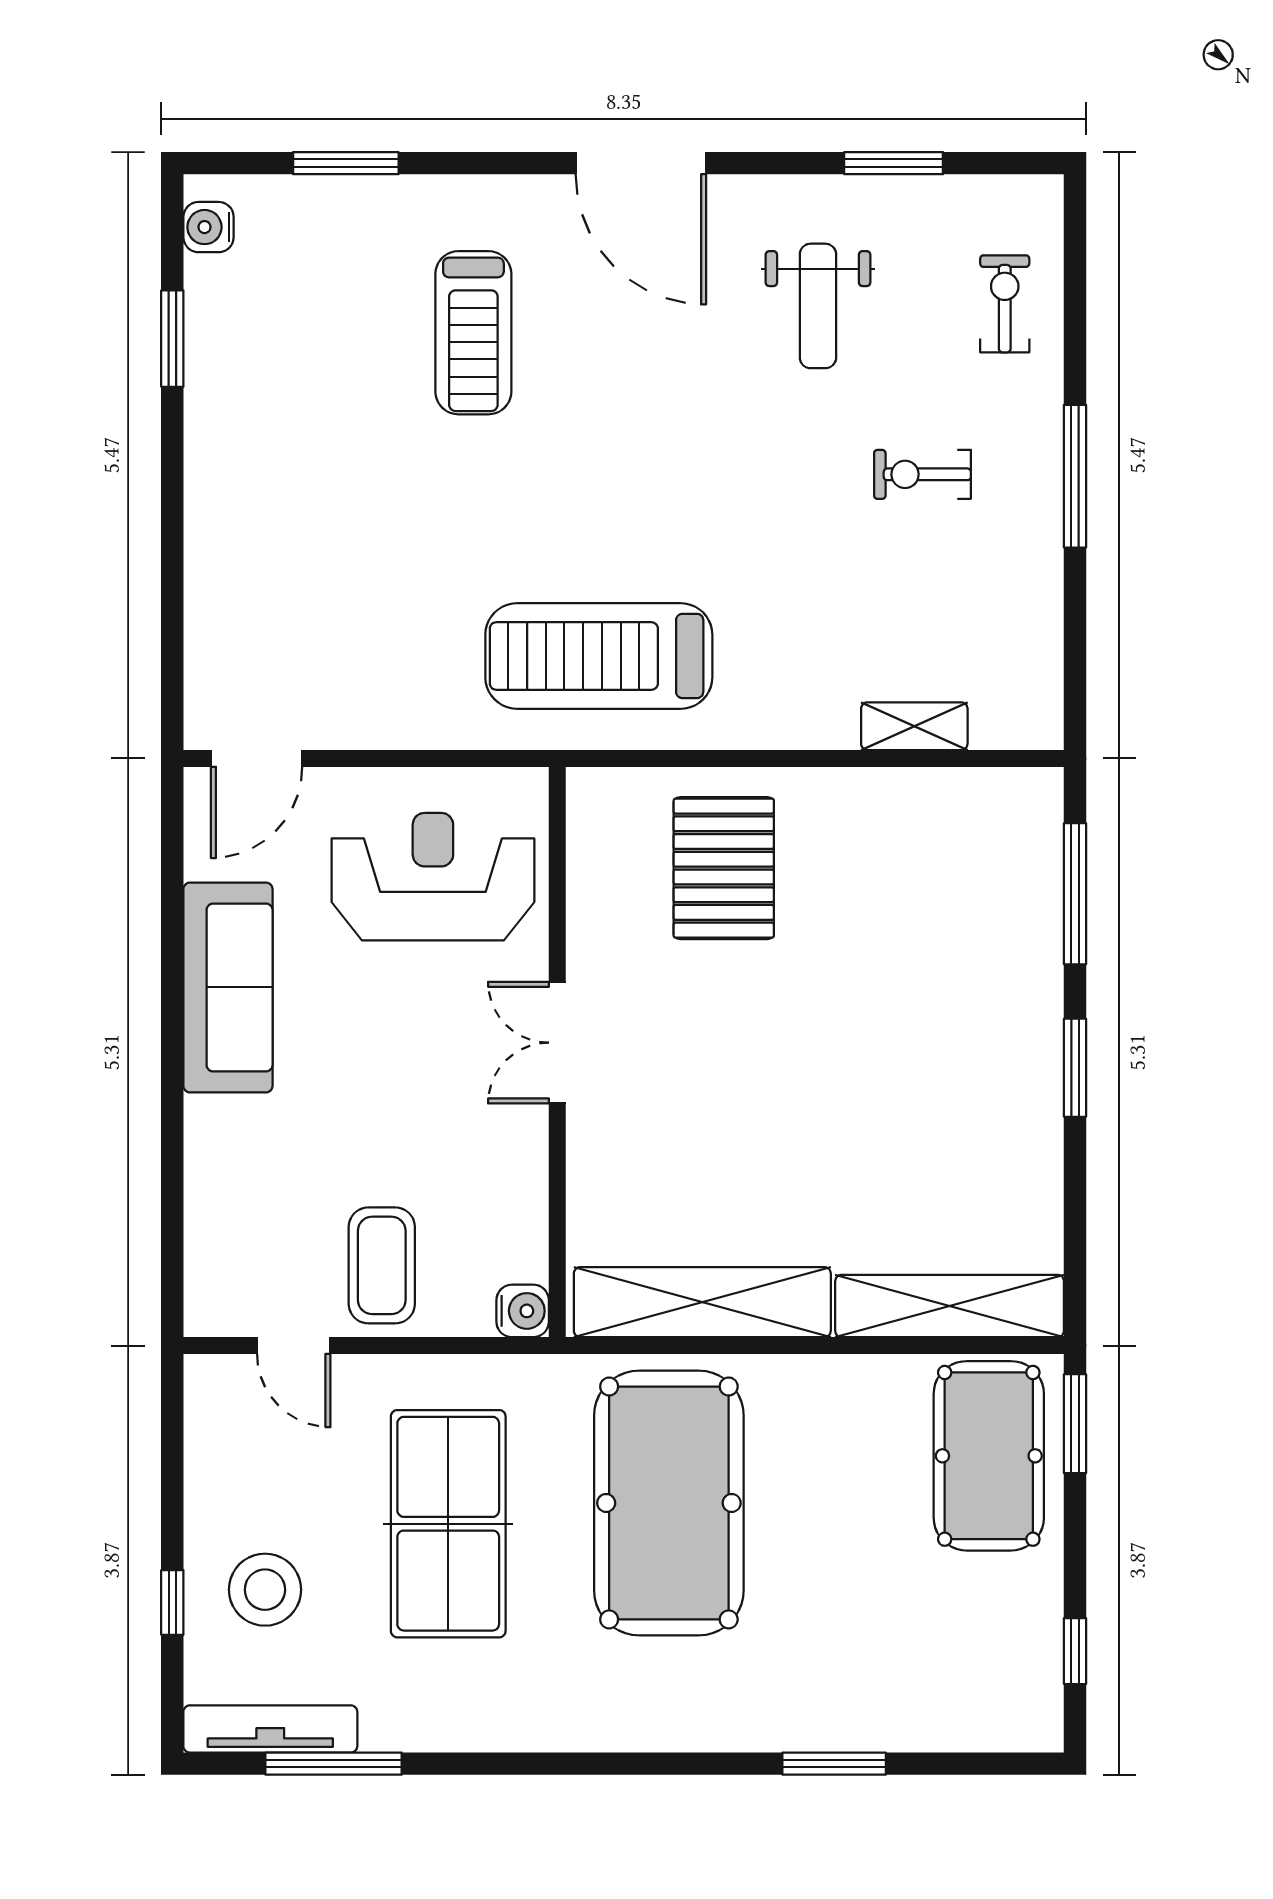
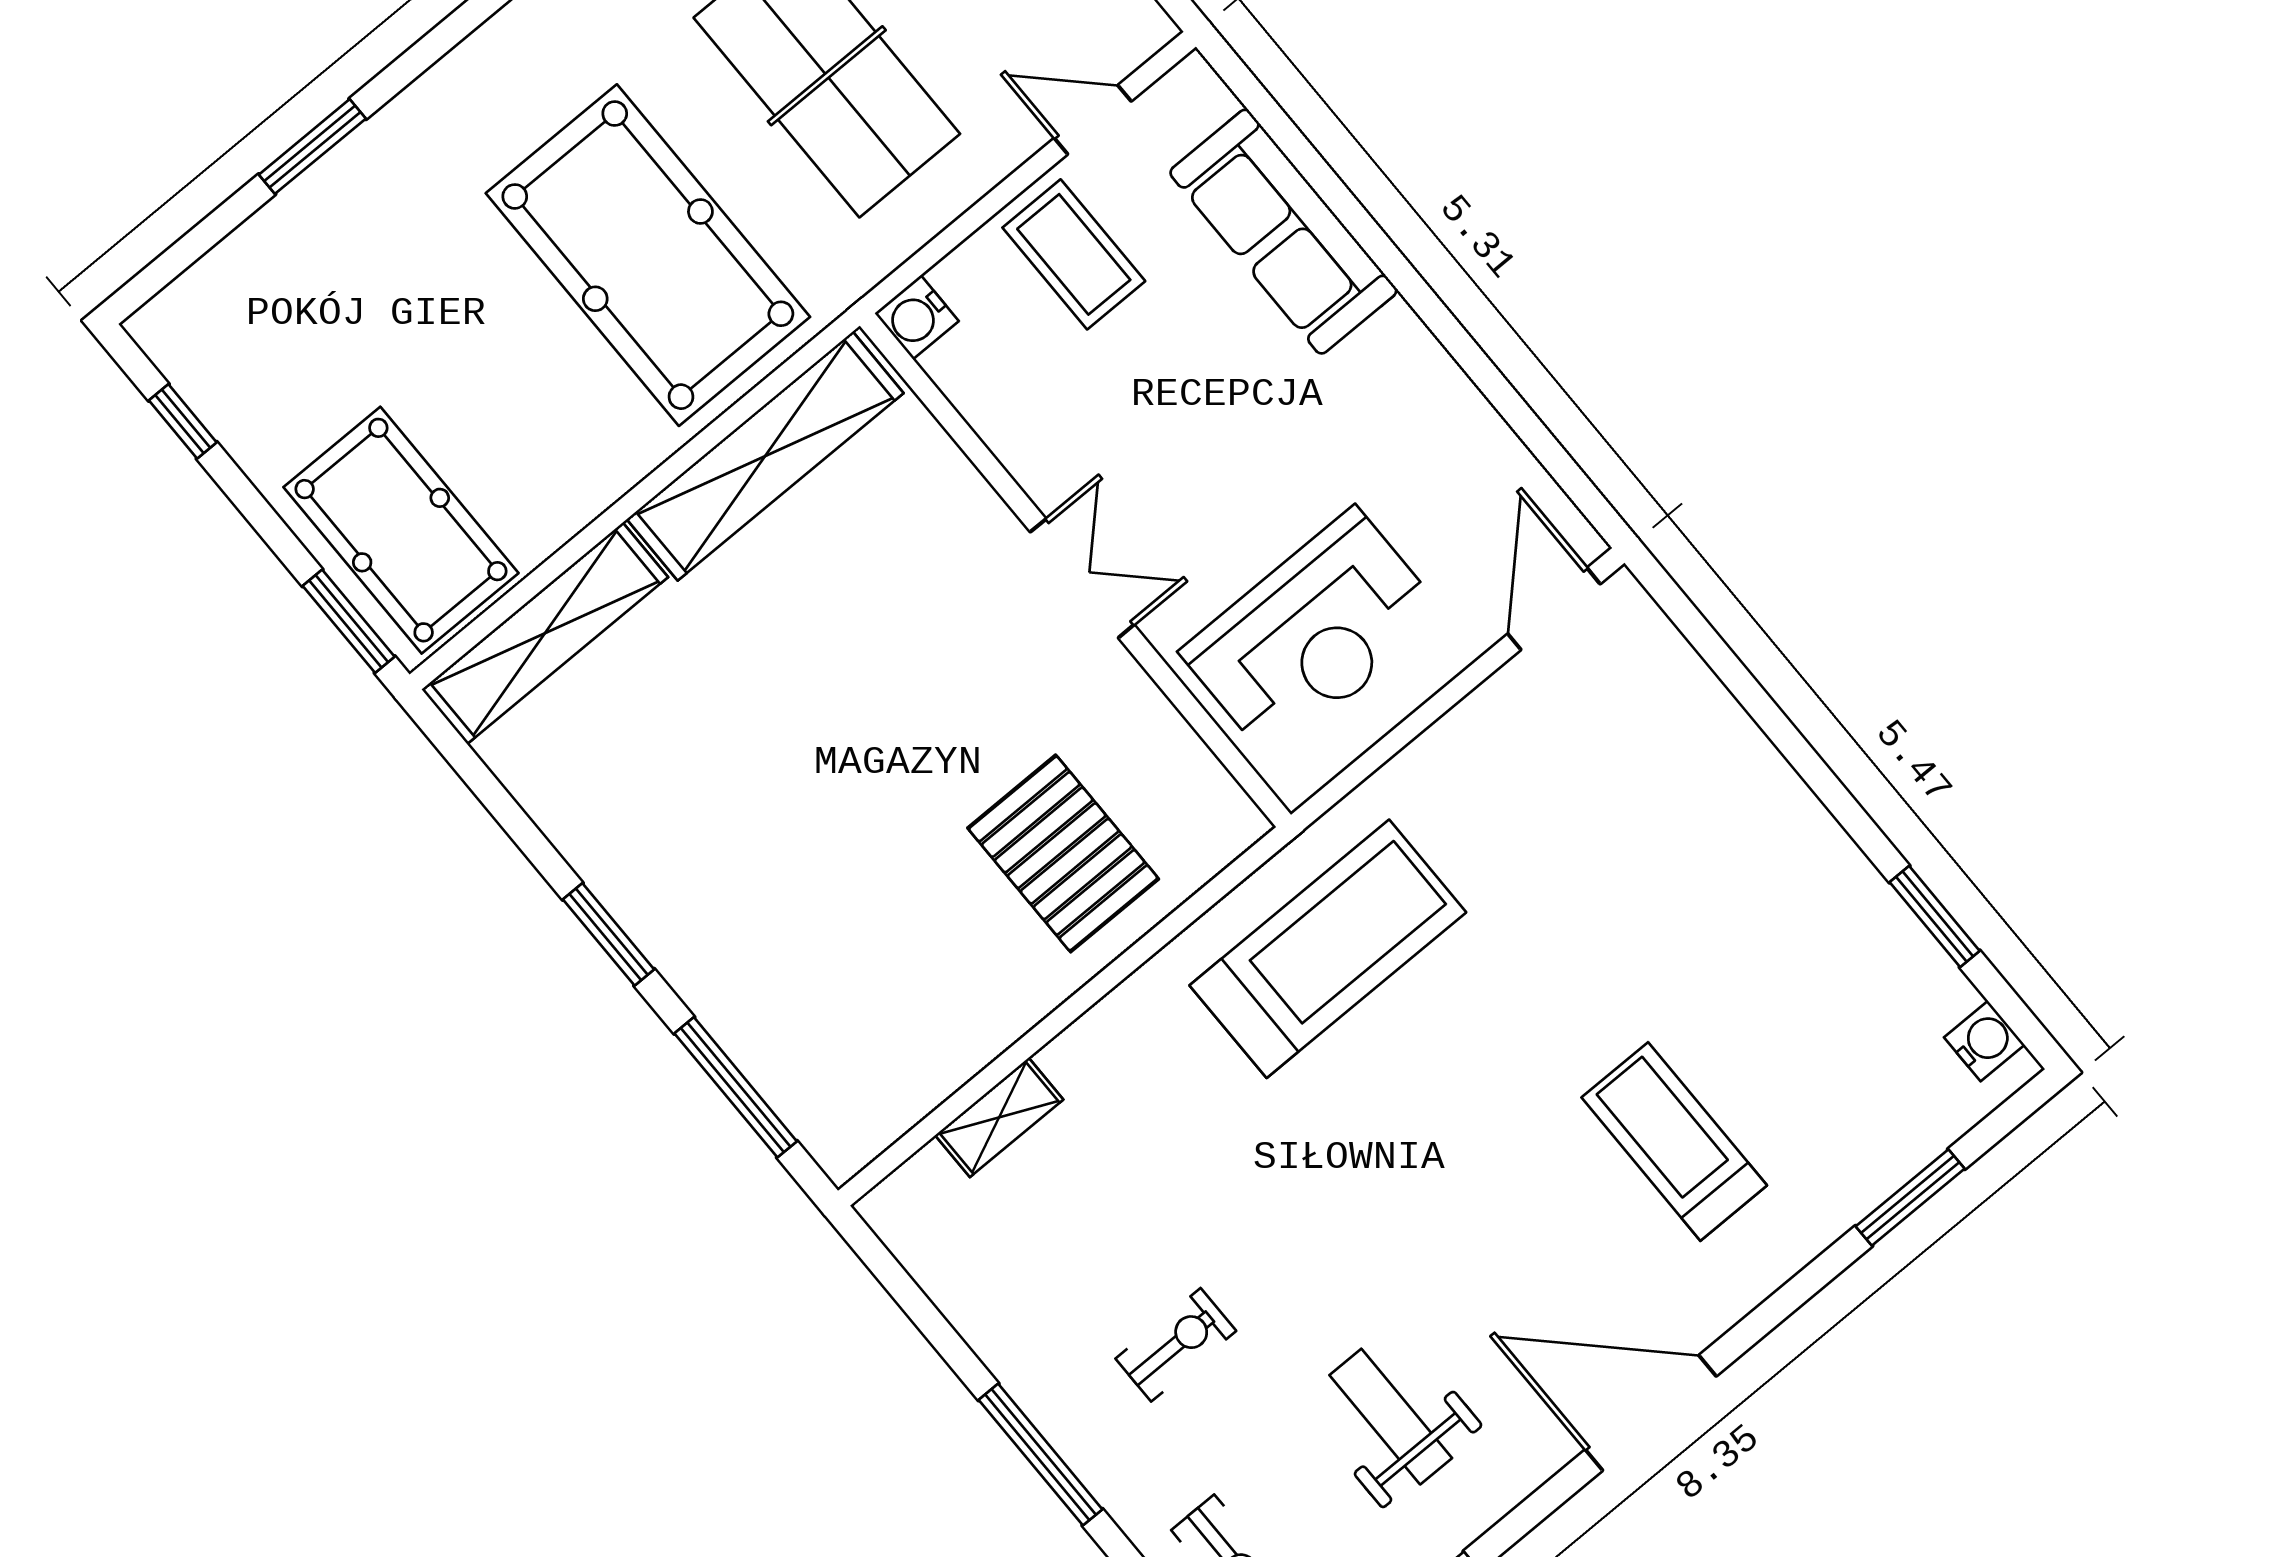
sofa: (228, 987) -> (1283, 232), moved

